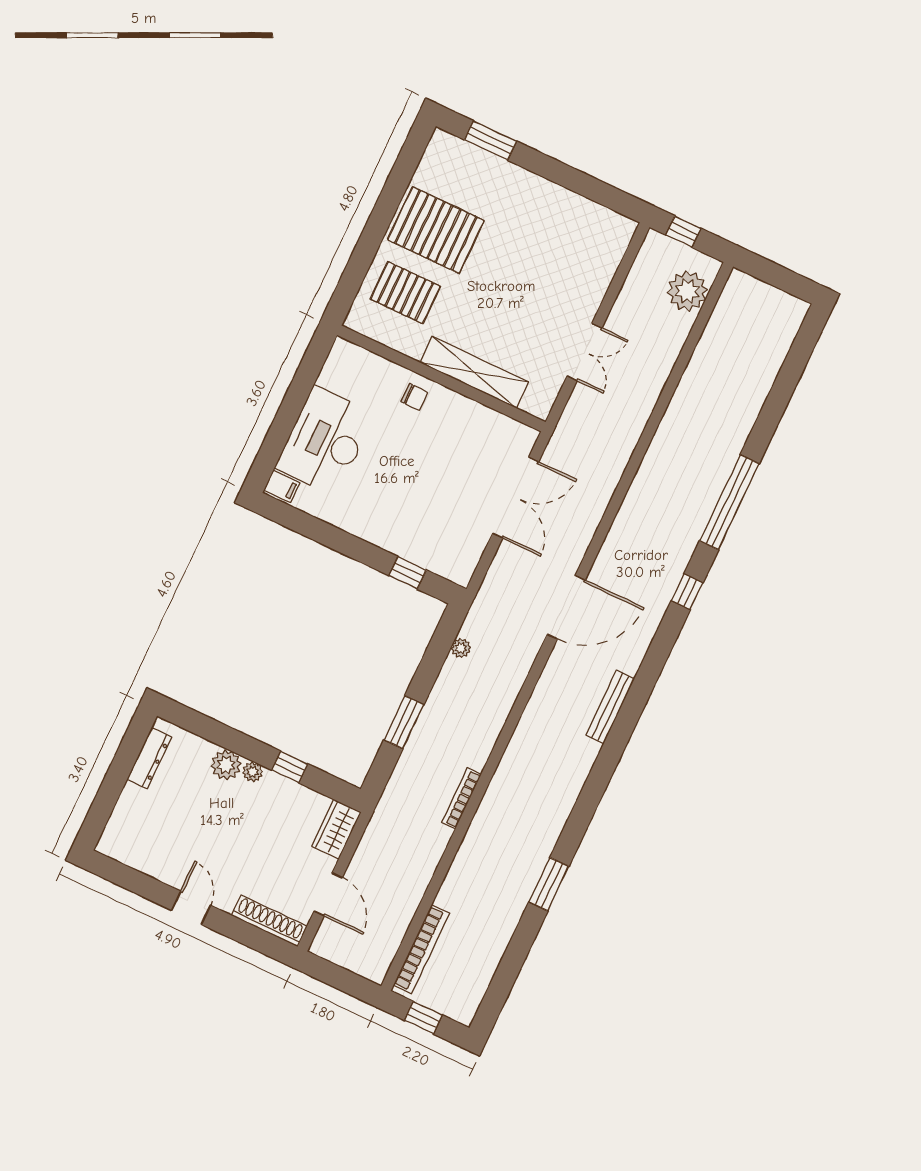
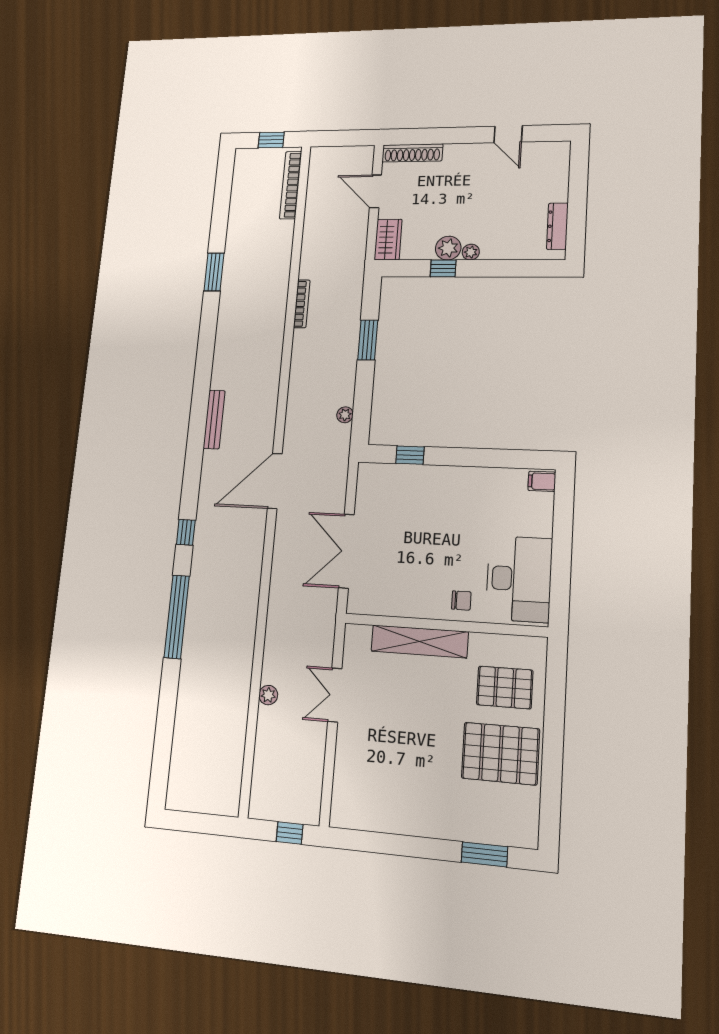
plant: (687, 291) -> (268, 695), moved, width x0.53, depth x0.53
chair: (414, 397) -> (461, 601), turned 180
desk: (325, 441) -> (519, 579), moved
plant: (226, 765) -> (448, 248), moved
door: (191, 908) -> (508, 134), moved

